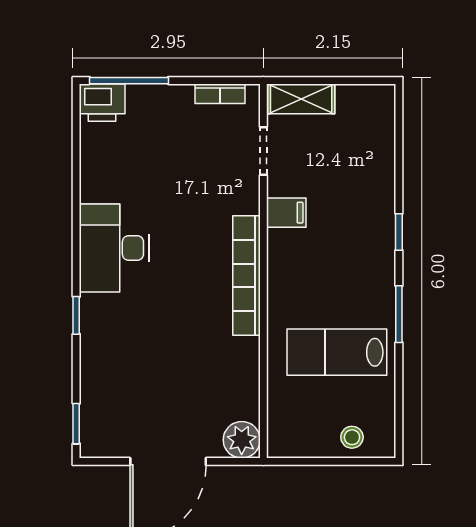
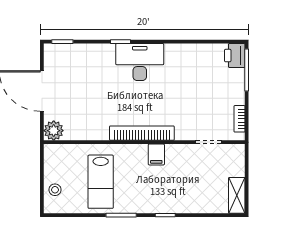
shelving: (301, 99) -> (237, 195), moved
filing cabinet: (286, 213) -> (156, 154), moved
desk: (114, 248) -> (140, 62), moved
lab bench: (337, 352) -> (101, 182), turned 180

